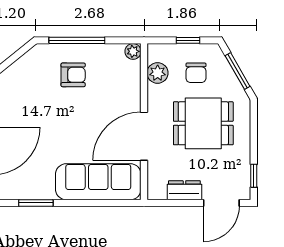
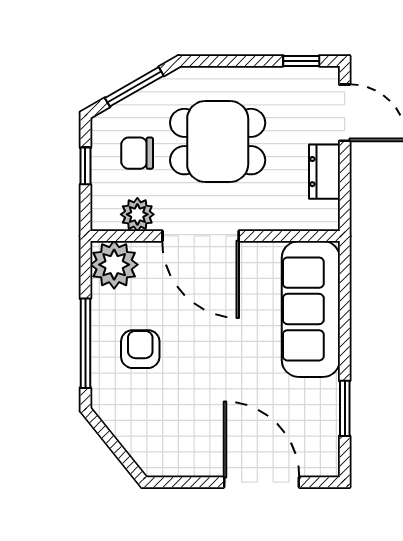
plant: (133, 51) -> (114, 265), width x1.88, depth x1.88
chair: (196, 73) -> (137, 153), turned 180
dining table: (203, 123) -> (218, 142), turned 90
door: (144, 136) -> (201, 236), moved

